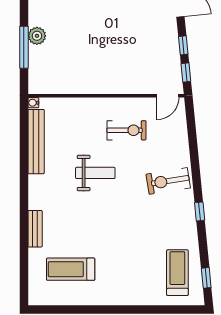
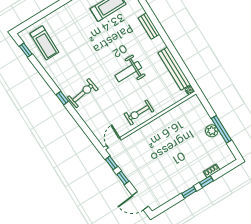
window: (24, 47) -> (221, 129), moved
exercise bike: (126, 130) -> (139, 113), moved
window: (200, 211) -> (62, 98), moved
bench: (35, 229) -> (149, 26), moved

